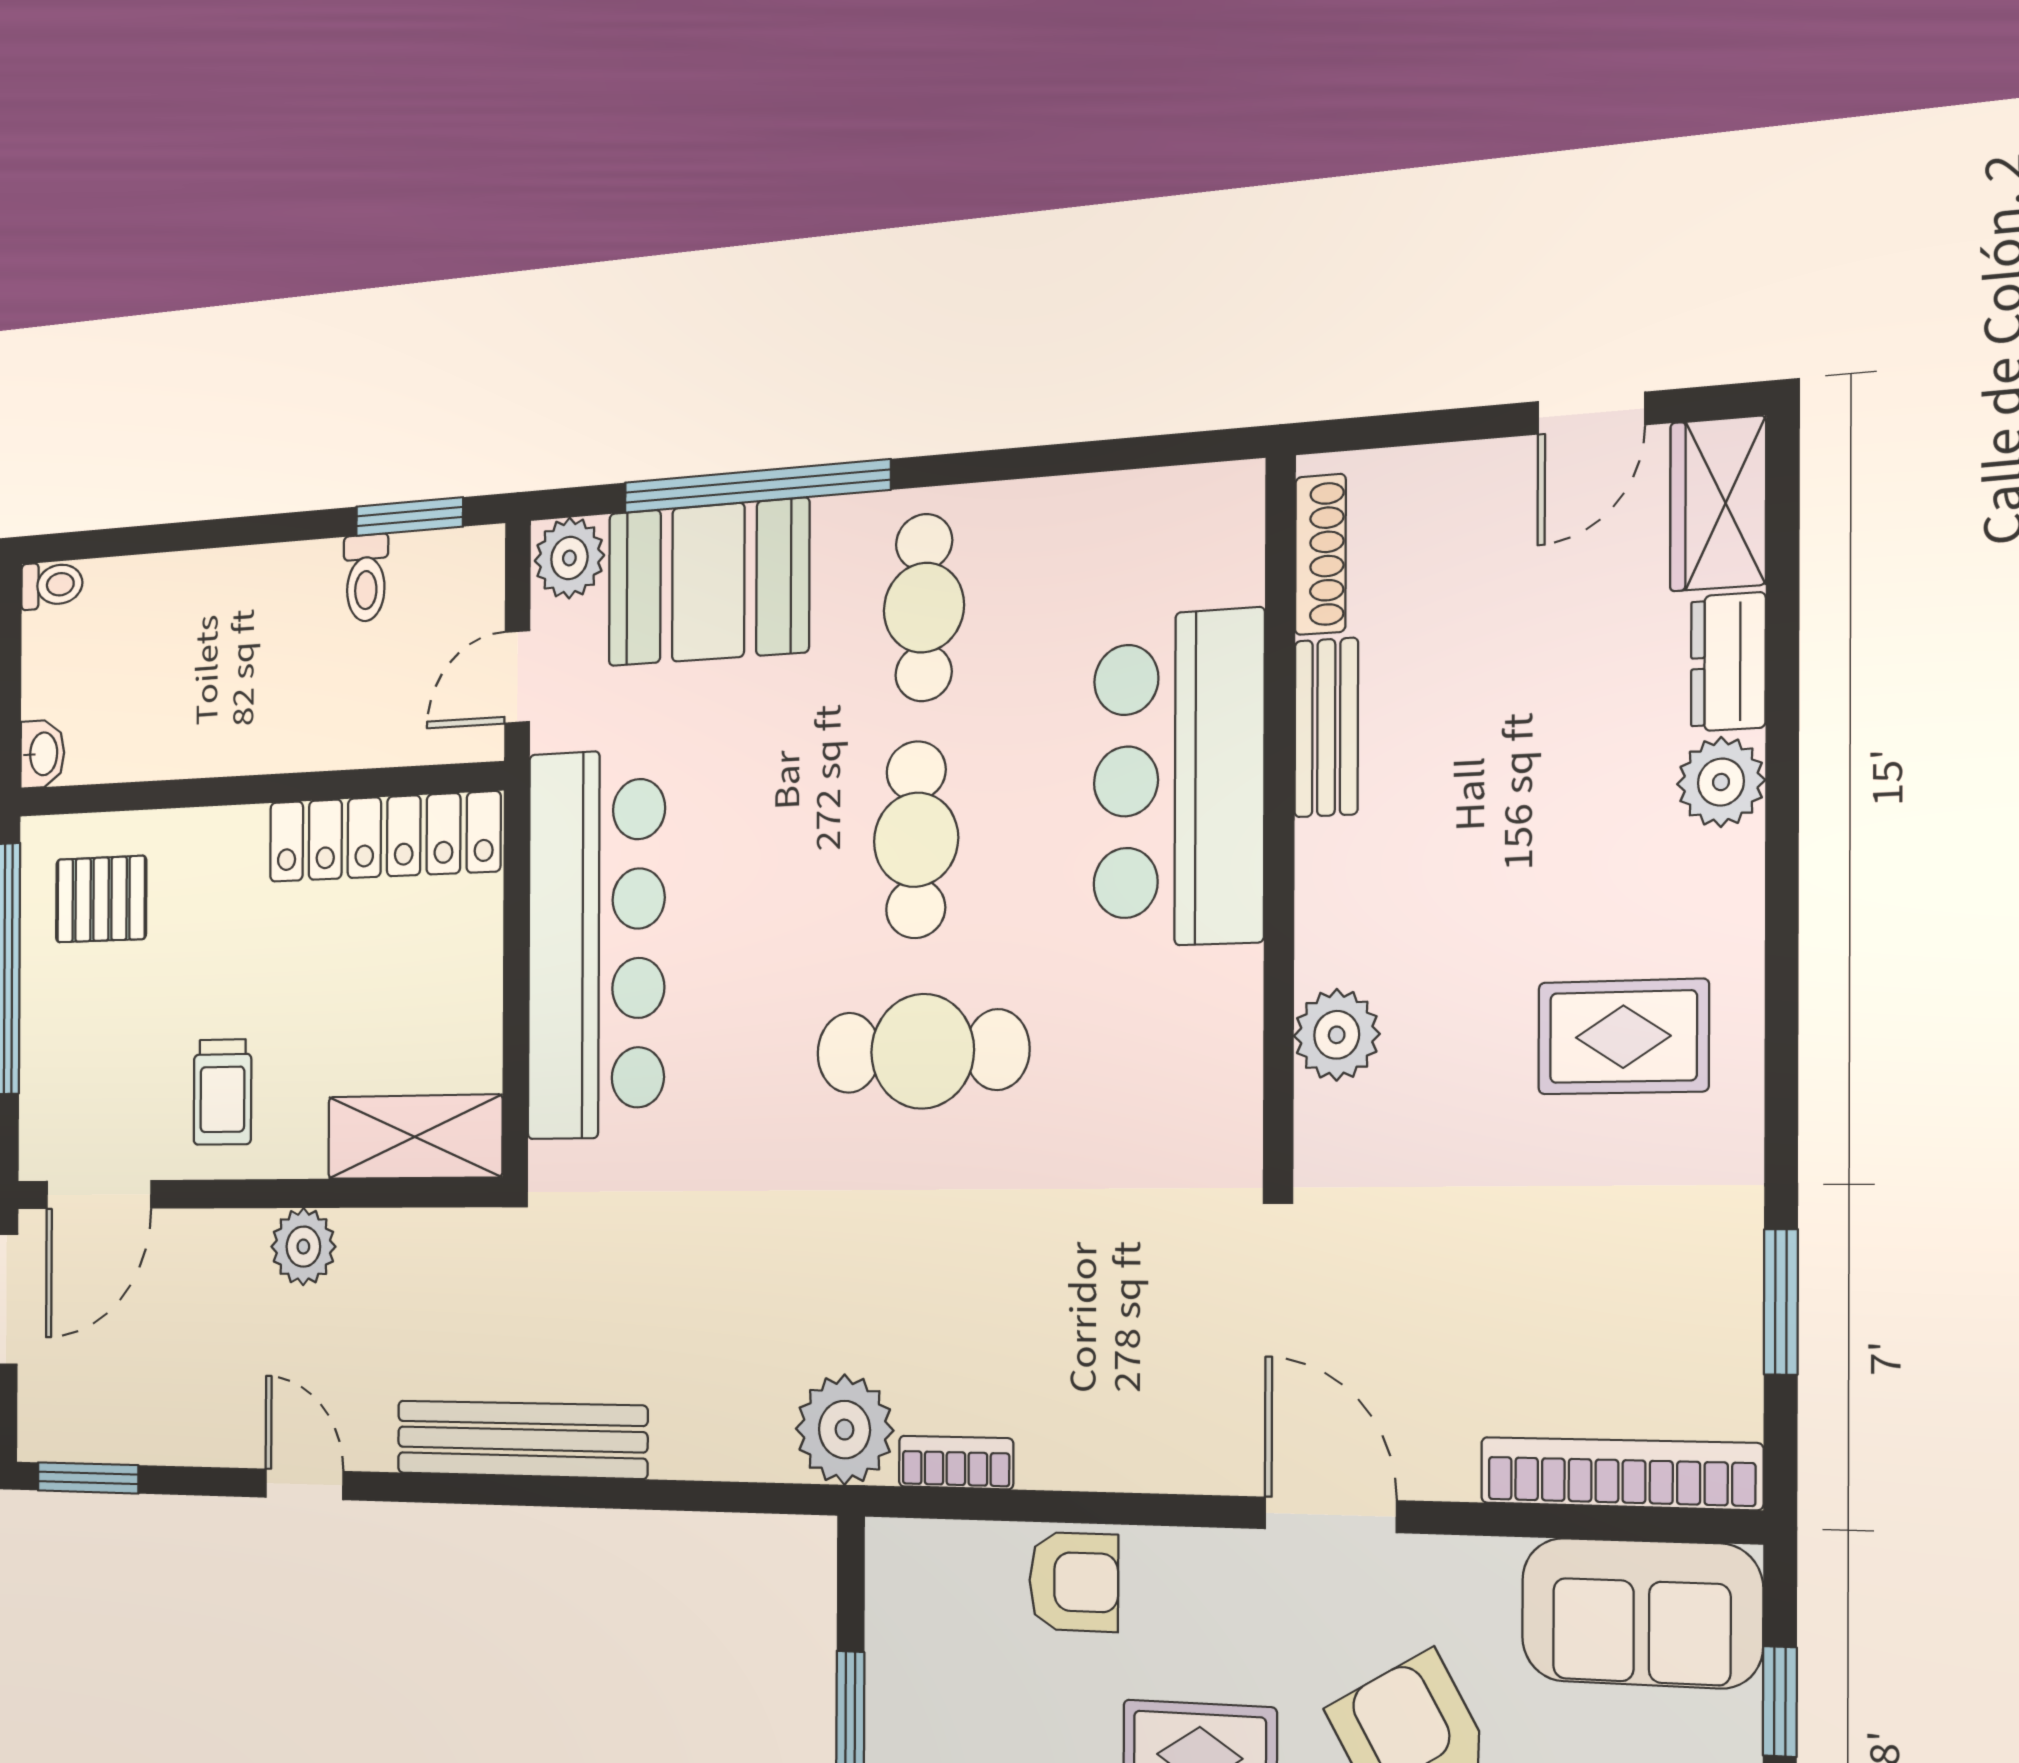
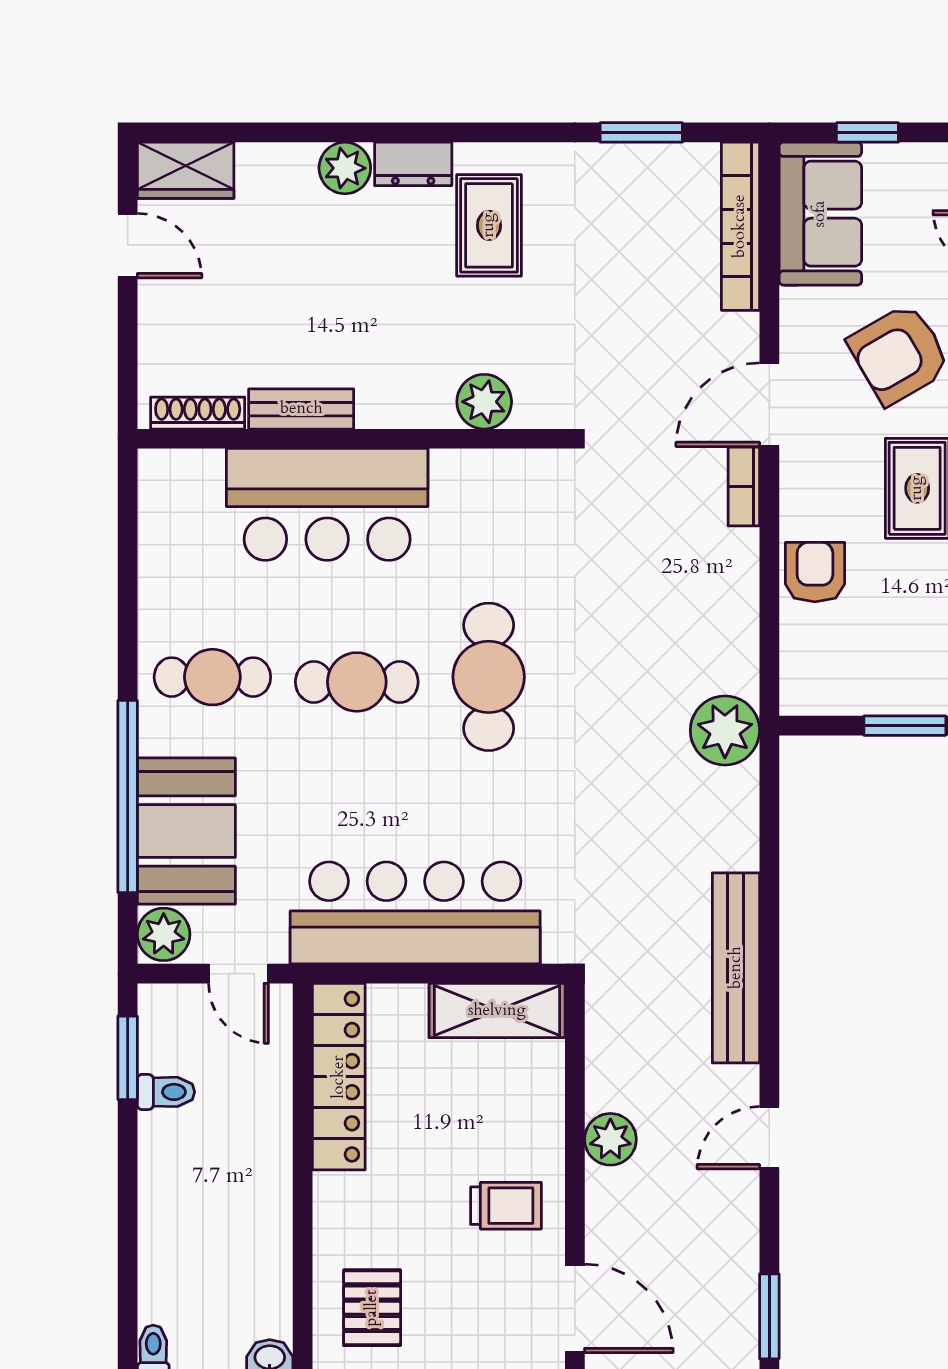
dresser: (1728, 662) -> (413, 164), moved
shelving: (415, 1137) -> (497, 1011), moved, turned 90
bookcase: (956, 1462) -> (744, 486), moved

